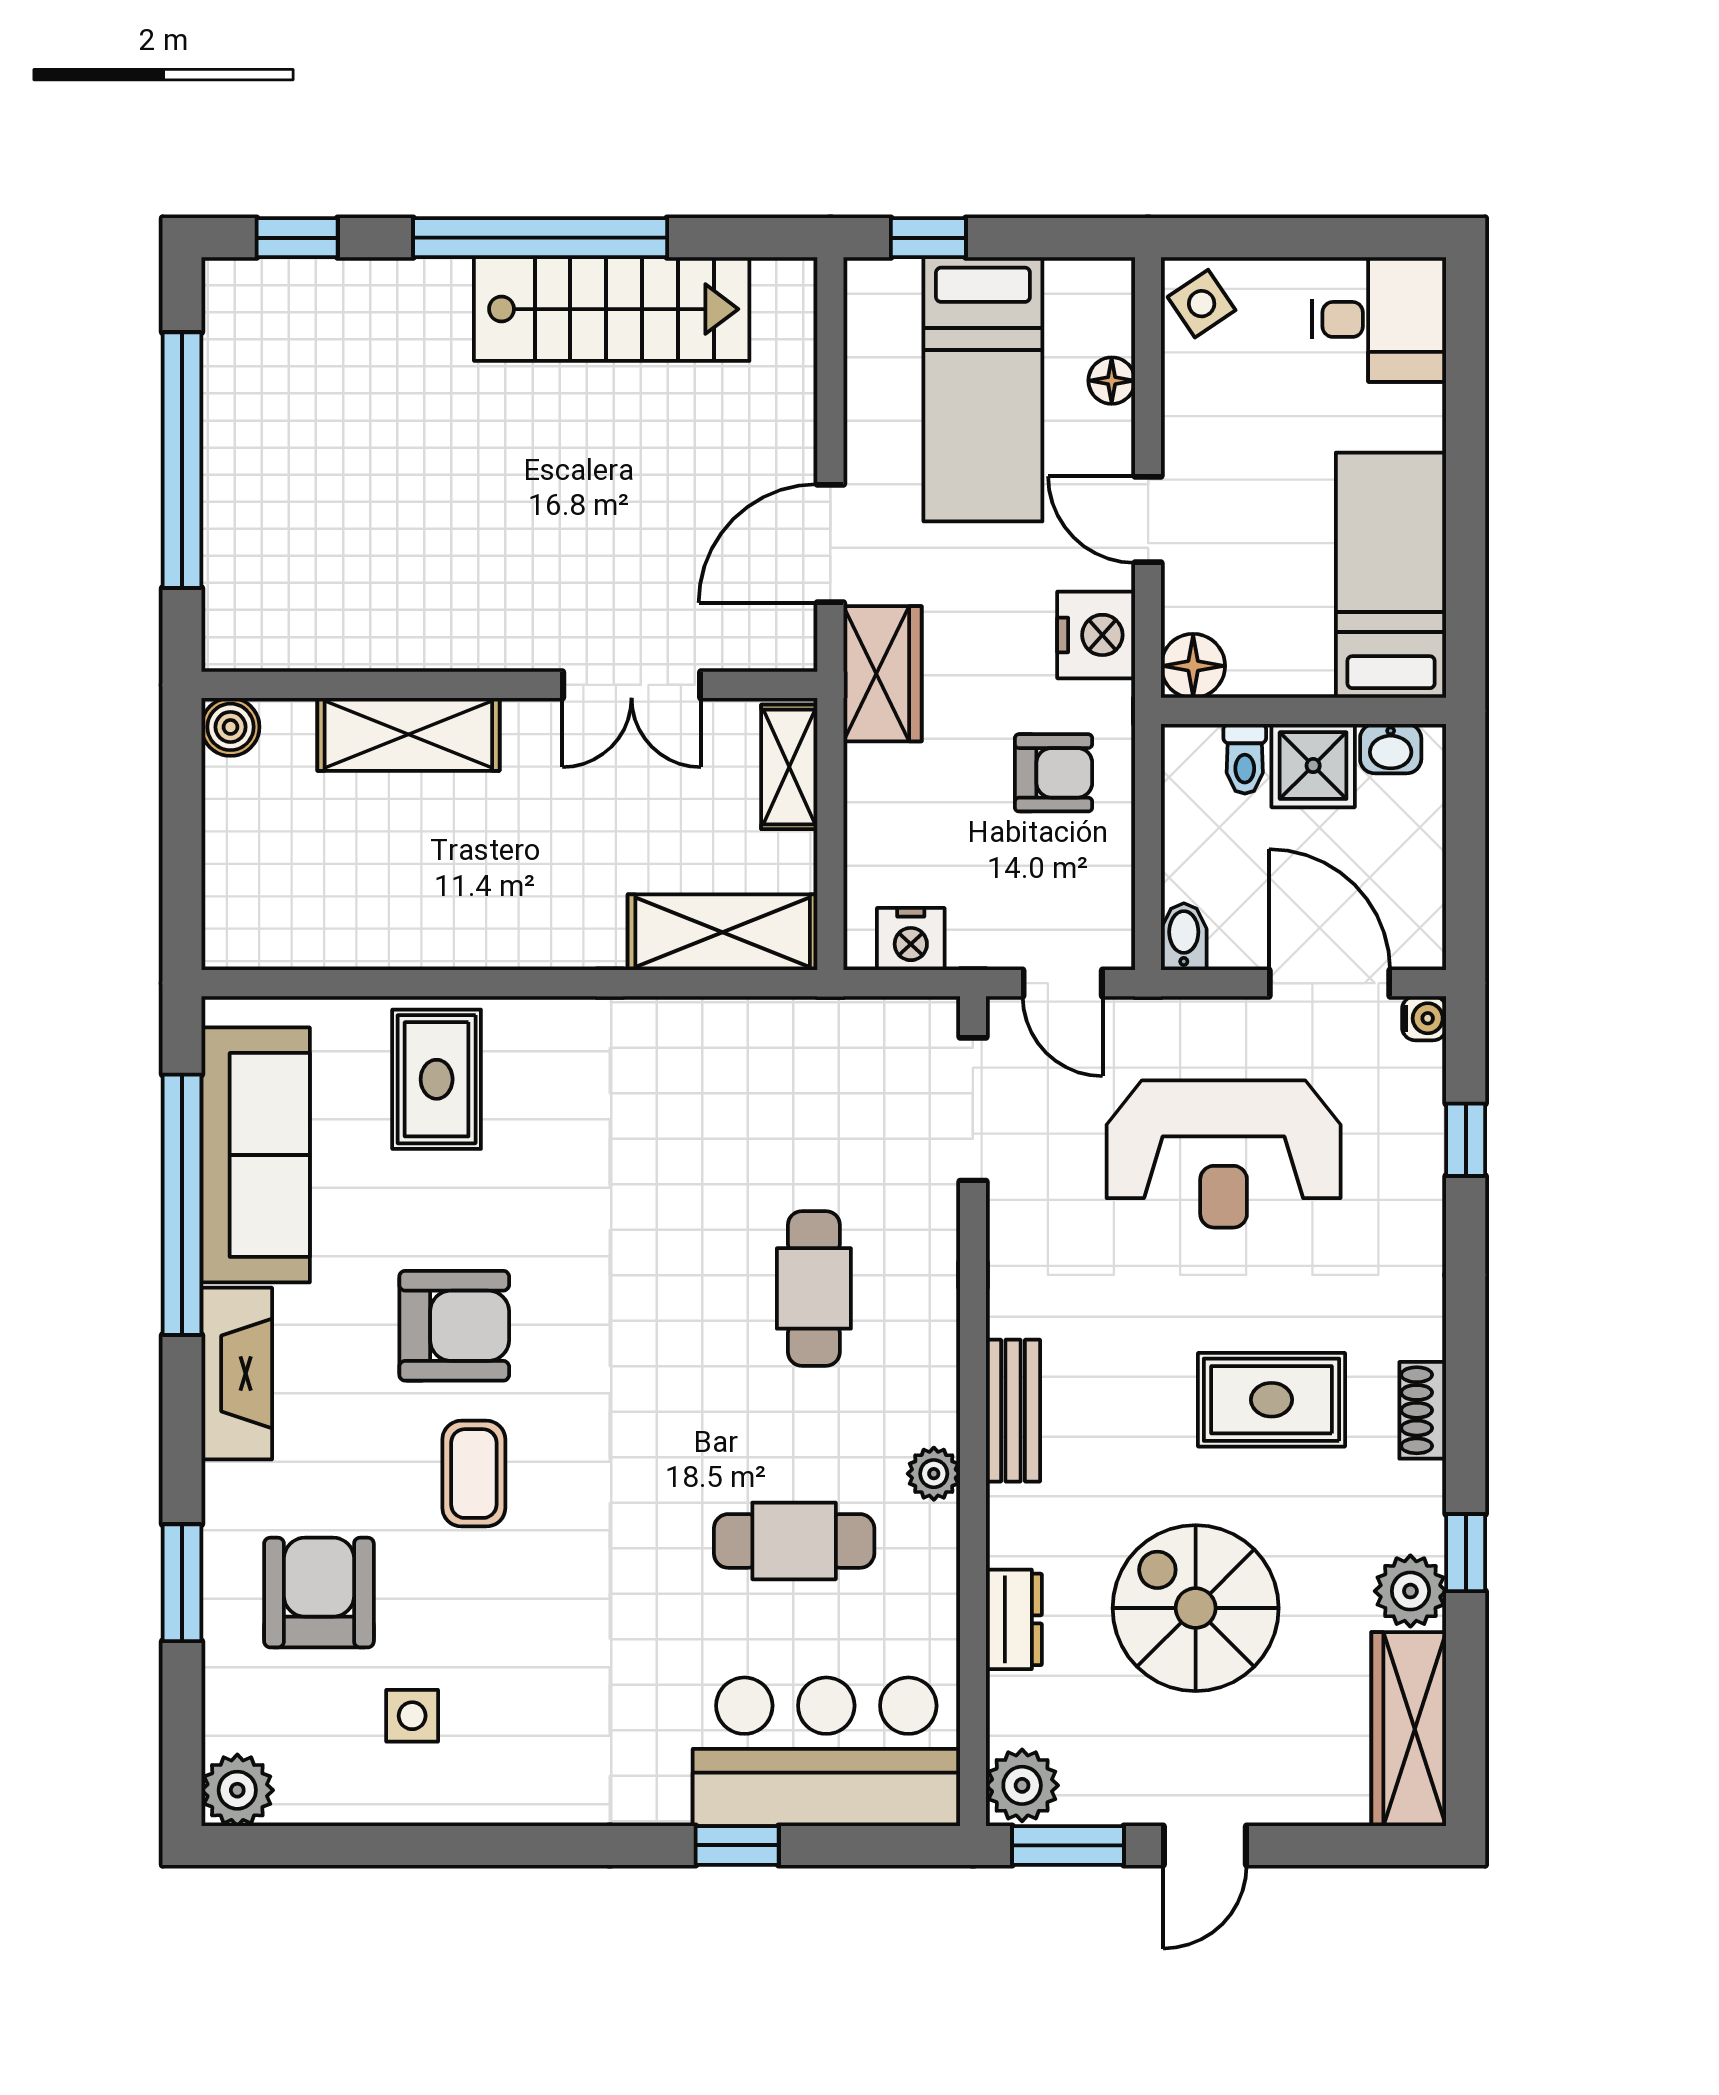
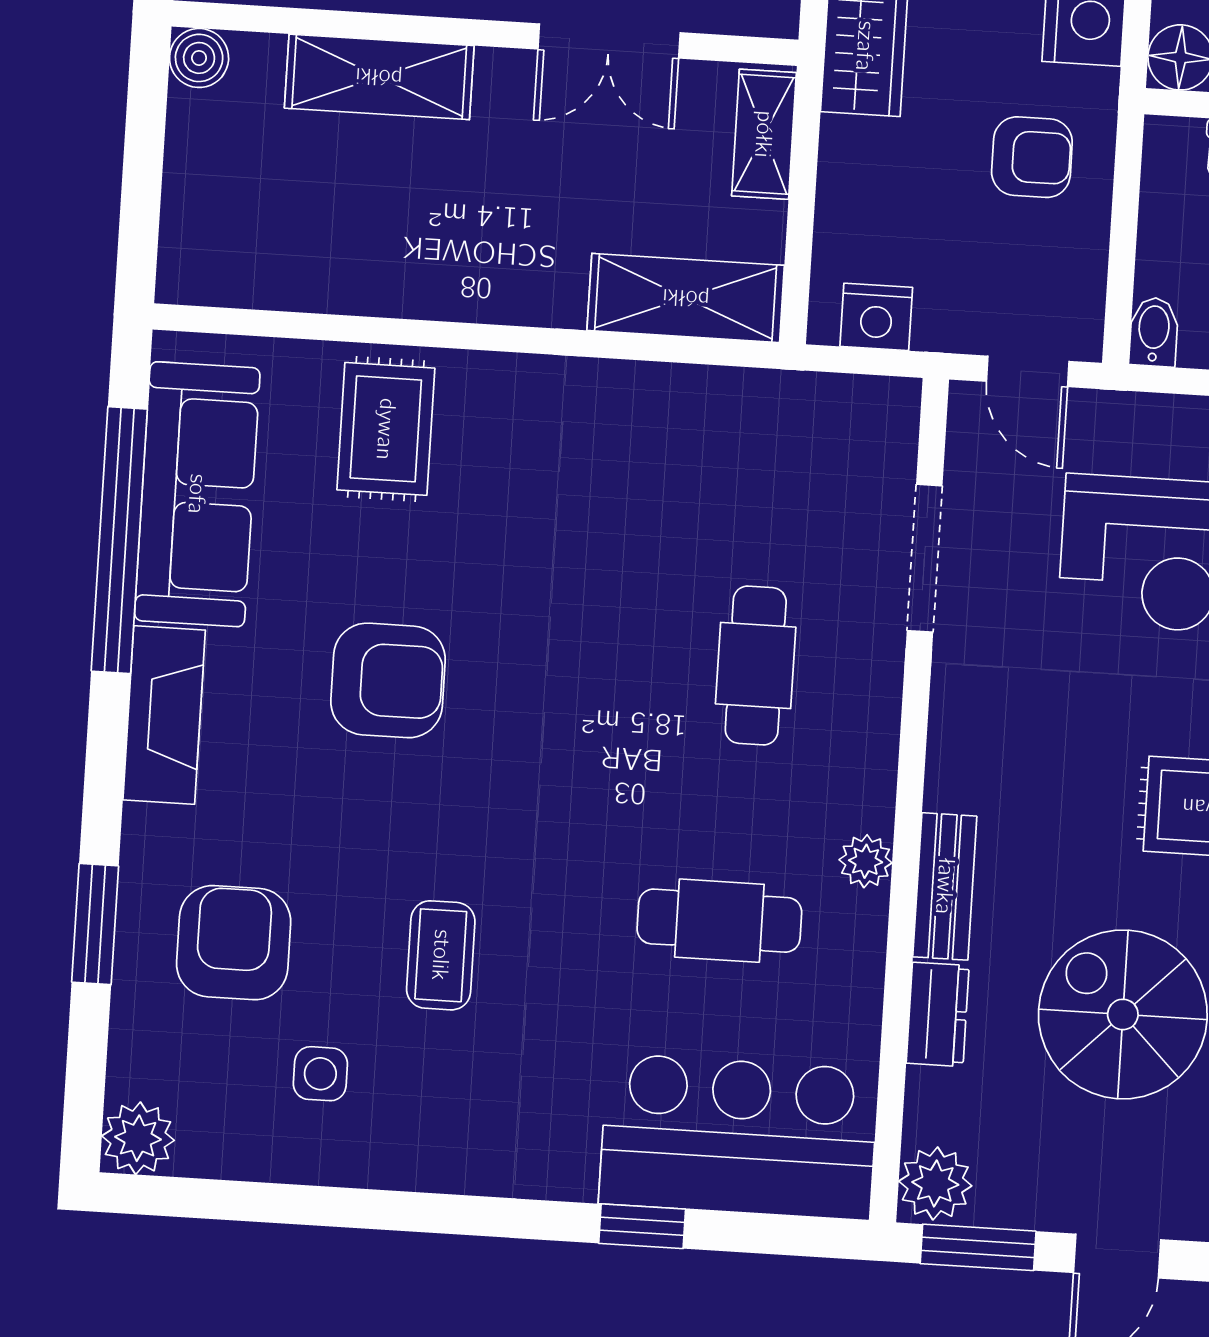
doorway: (973, 1109) -> (925, 558), moved
bench: (1013, 1411) -> (945, 886), moved
coffee table: (474, 1474) -> (441, 955), moved

